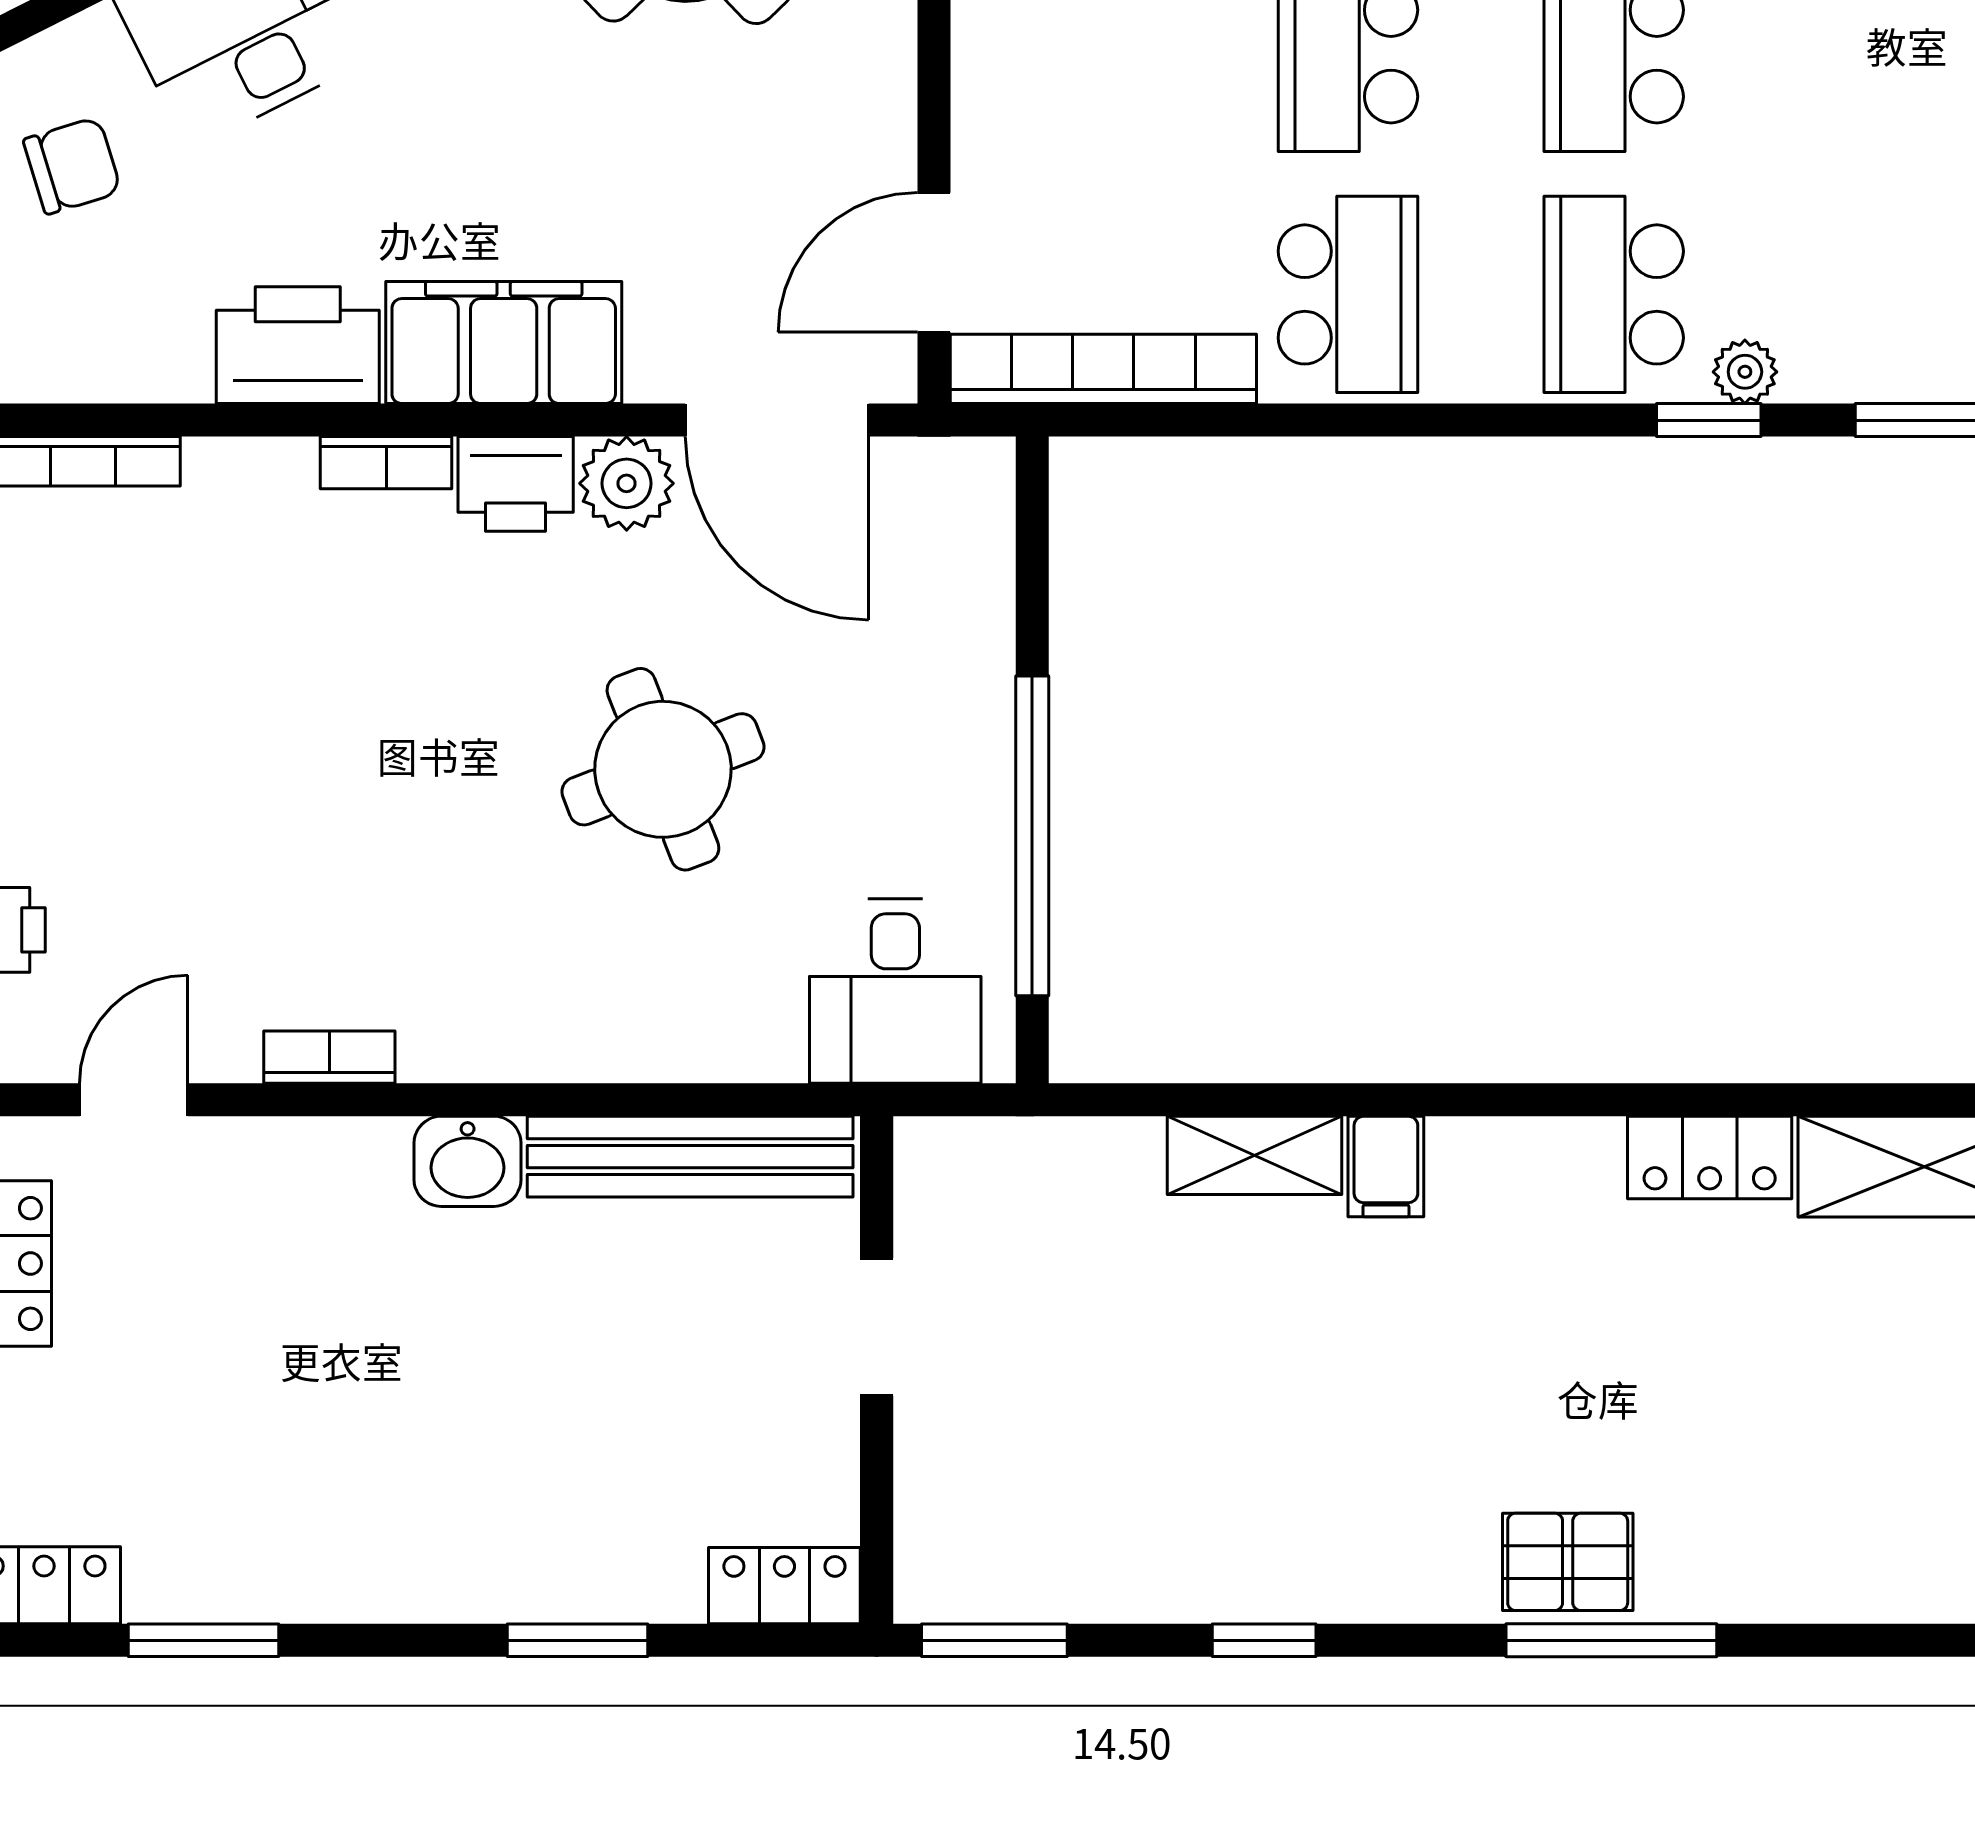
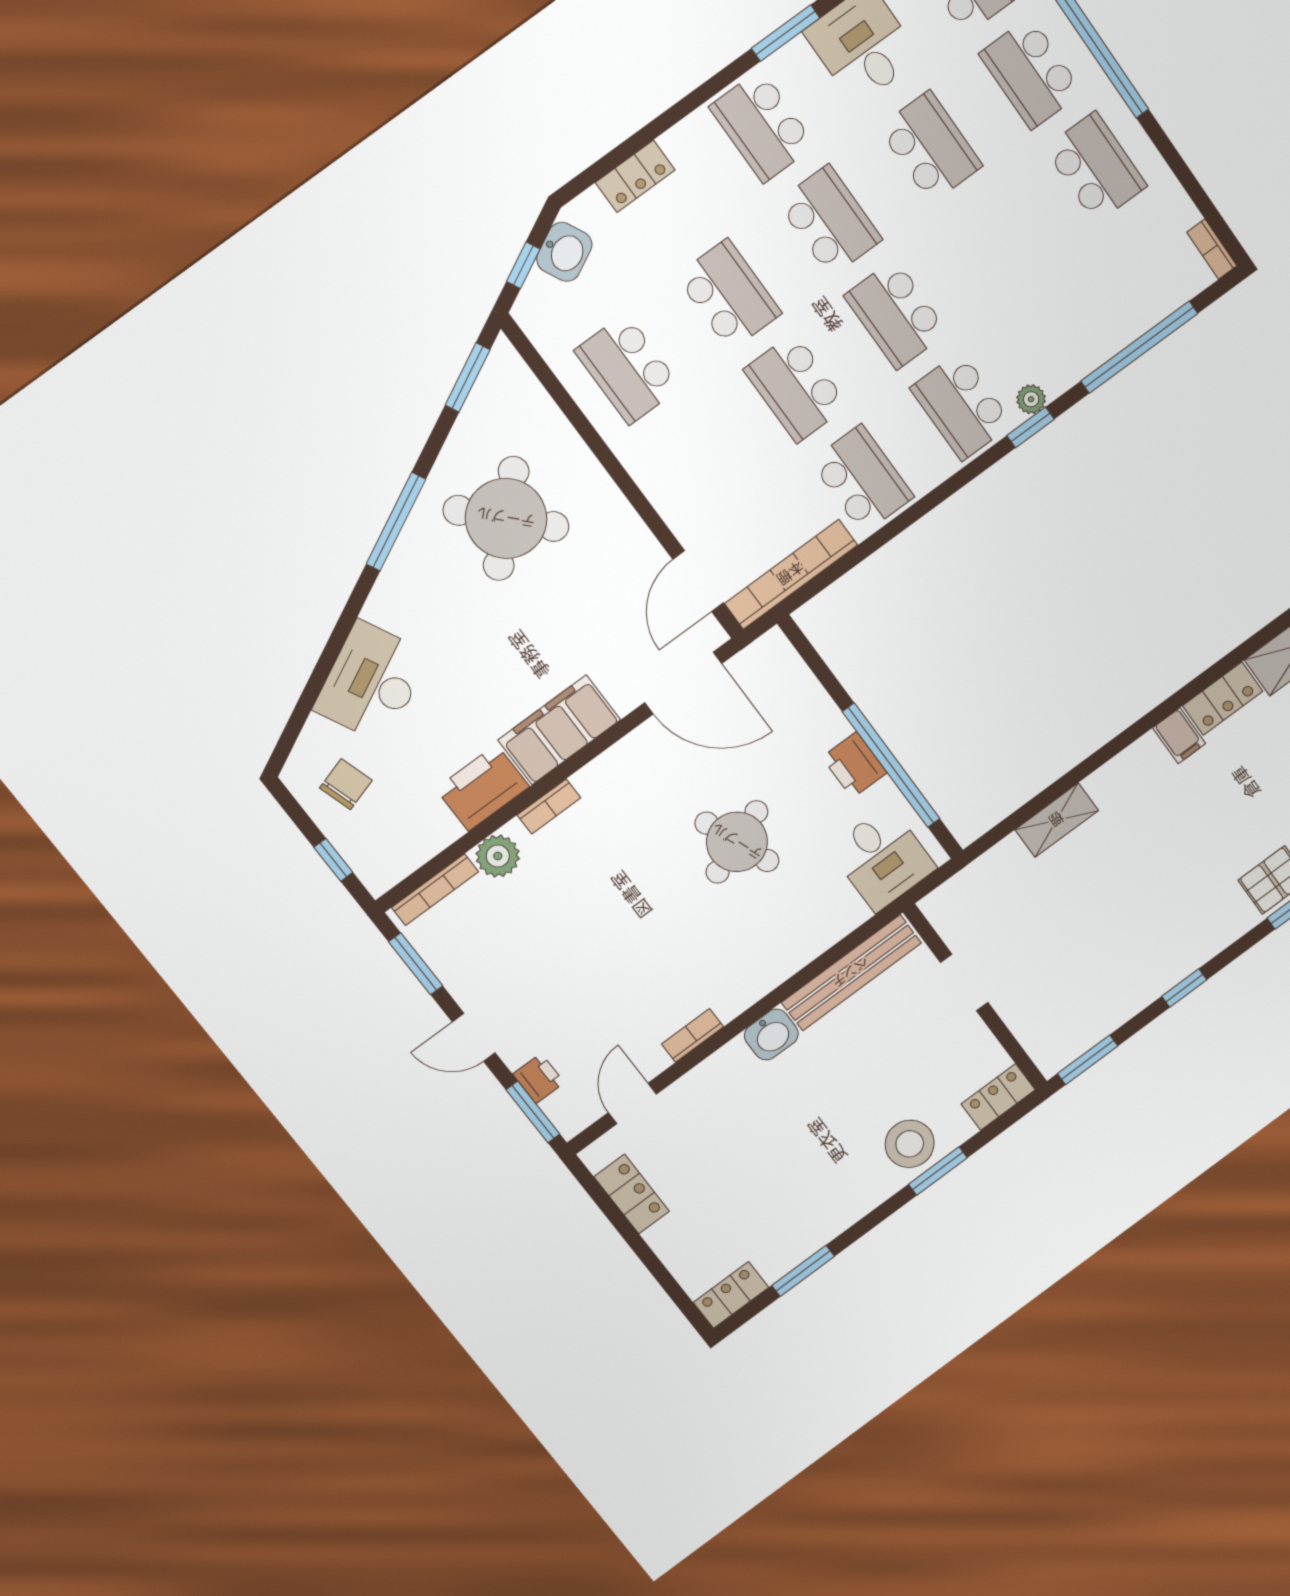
plant: (627, 483) -> (498, 856), moved
printer: (516, 484) -> (854, 765), moved, turned 90
filing cabinet: (1386, 1167) -> (1179, 736), moved
stool: (564, 1551) -> (910, 1144), added

